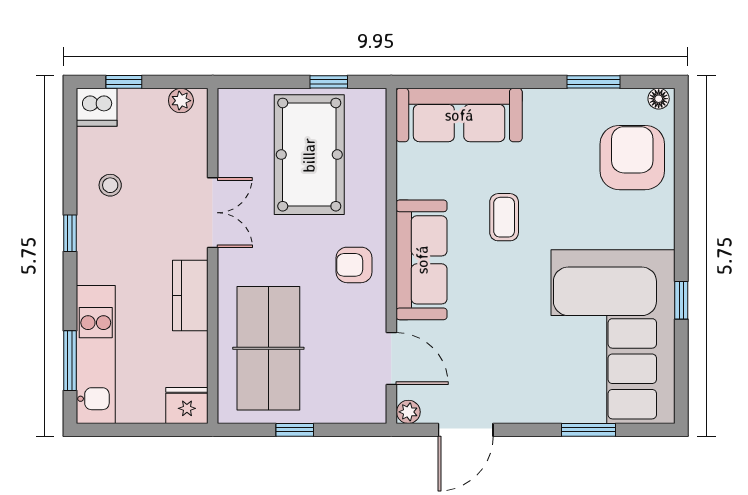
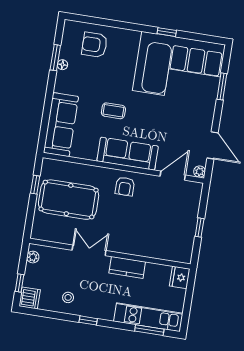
floor lamp: (659, 99) -> (62, 65), moved
armchair: (632, 158) -> (94, 45), width x0.73, depth x0.73
table tennis table: (268, 348) -> (158, 234), removed

